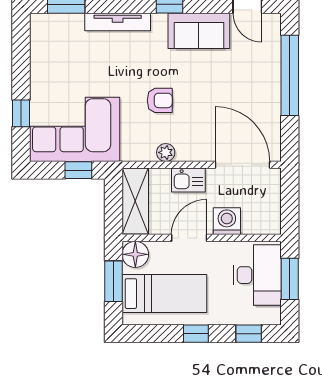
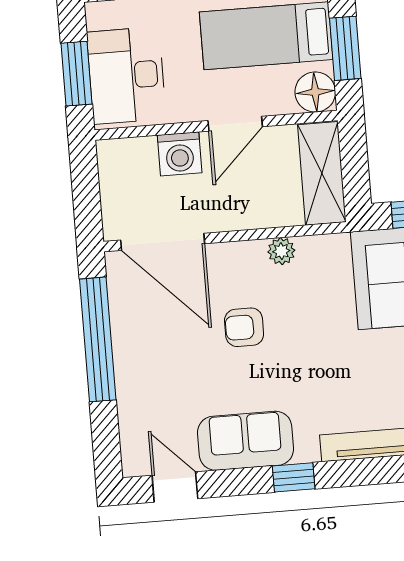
window: (290, 75) -> (98, 339), moved
armchair: (160, 100) -> (244, 327), moved
kitchen sink: (188, 180) -> (243, 212), removed

